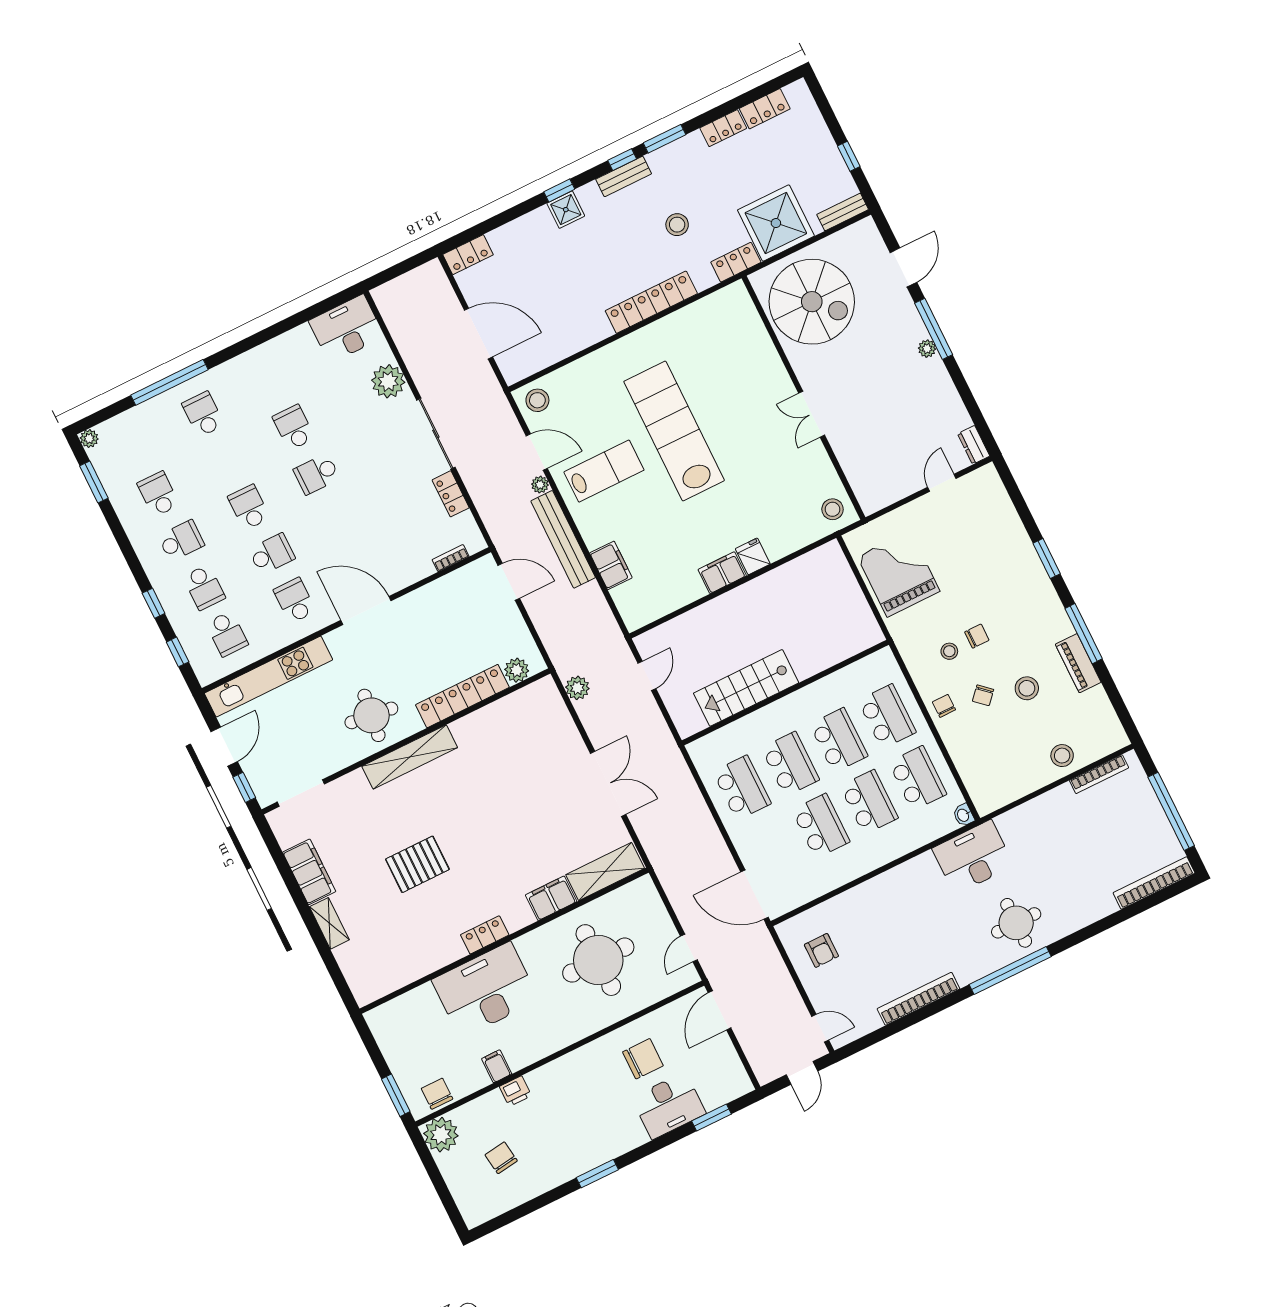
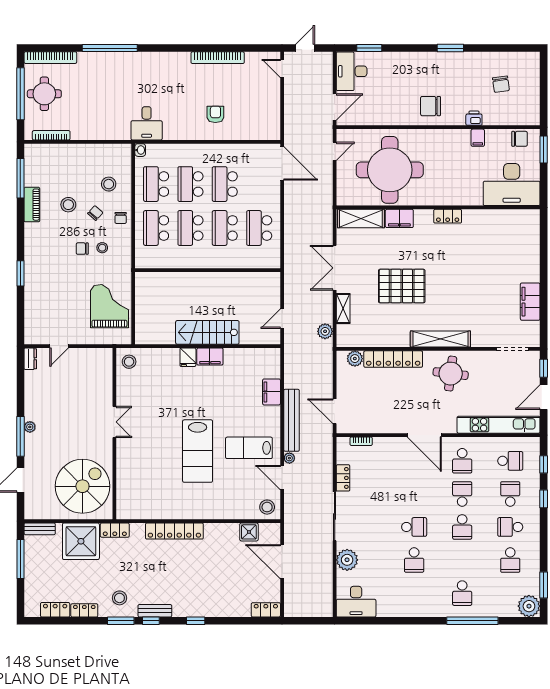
window: (849, 156) -> (20, 559), width x2.17
shower: (566, 210) -> (249, 532), moved
stool: (677, 225) -> (119, 598), moved
spiral stairs: (812, 302) -> (82, 486), turned 90
lab bench: (674, 431) -> (198, 451), width x0.73
plant: (89, 438) -> (529, 606), width x1.88, depth x1.88
school desk: (272, 554) -> (462, 494), turned 90
grand piano: (899, 574) -> (109, 306), turned 180
school desk: (227, 634) -> (510, 461), turned 90
window: (1084, 634) -> (20, 178), moved
stairs: (746, 688) -> (207, 332), moved, turned 180
stool: (1062, 756) -> (109, 184), moved
desk: (973, 857) -> (147, 123), width x0.73
pallet: (417, 864) -> (402, 286), moved, width x1.37, depth x1.41
shelving: (329, 923) -> (343, 309), moved
round table: (1016, 923) -> (44, 94), moved
armchair: (821, 950) -> (215, 114), moved
round table: (598, 960) -> (390, 170), width x1.36, depth x1.36
window: (1010, 971) -> (110, 48), moved
desk: (485, 990) -> (512, 185), moved
chair: (643, 1059) -> (431, 106), moved
chair: (437, 1094) -> (520, 139), turned -90
desk: (669, 1106) -> (352, 71), moved, turned -90
plant: (441, 1135) -> (529, 114), removed

